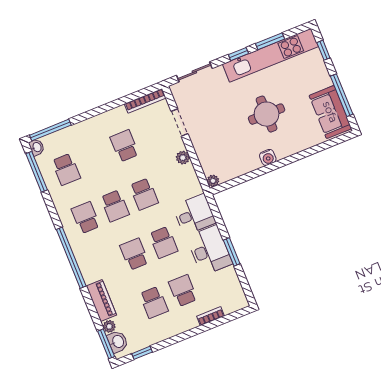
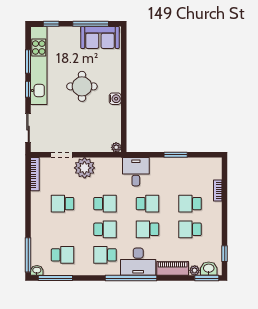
plant: (183, 158) -> (85, 168), width x1.87, depth x1.87
desk: (209, 250) -> (138, 262), moved, turned 180
school desk: (154, 302) -> (190, 229), turned 180

